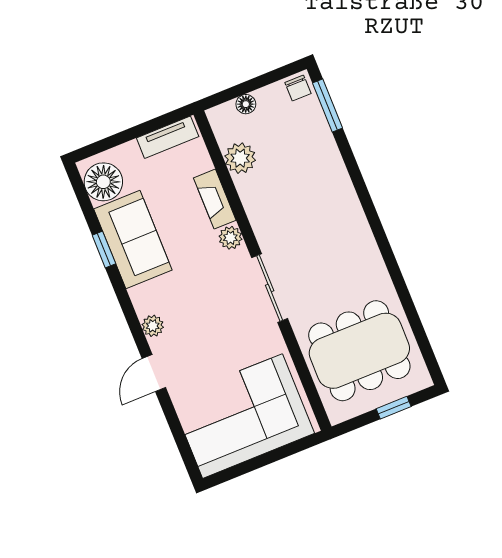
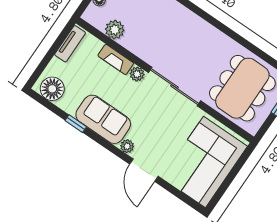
sofa: (133, 240) -> (103, 119), moved
sliding door: (270, 288) -> (175, 87), width x1.37
door: (154, 373) -> (144, 170), width x1.38

